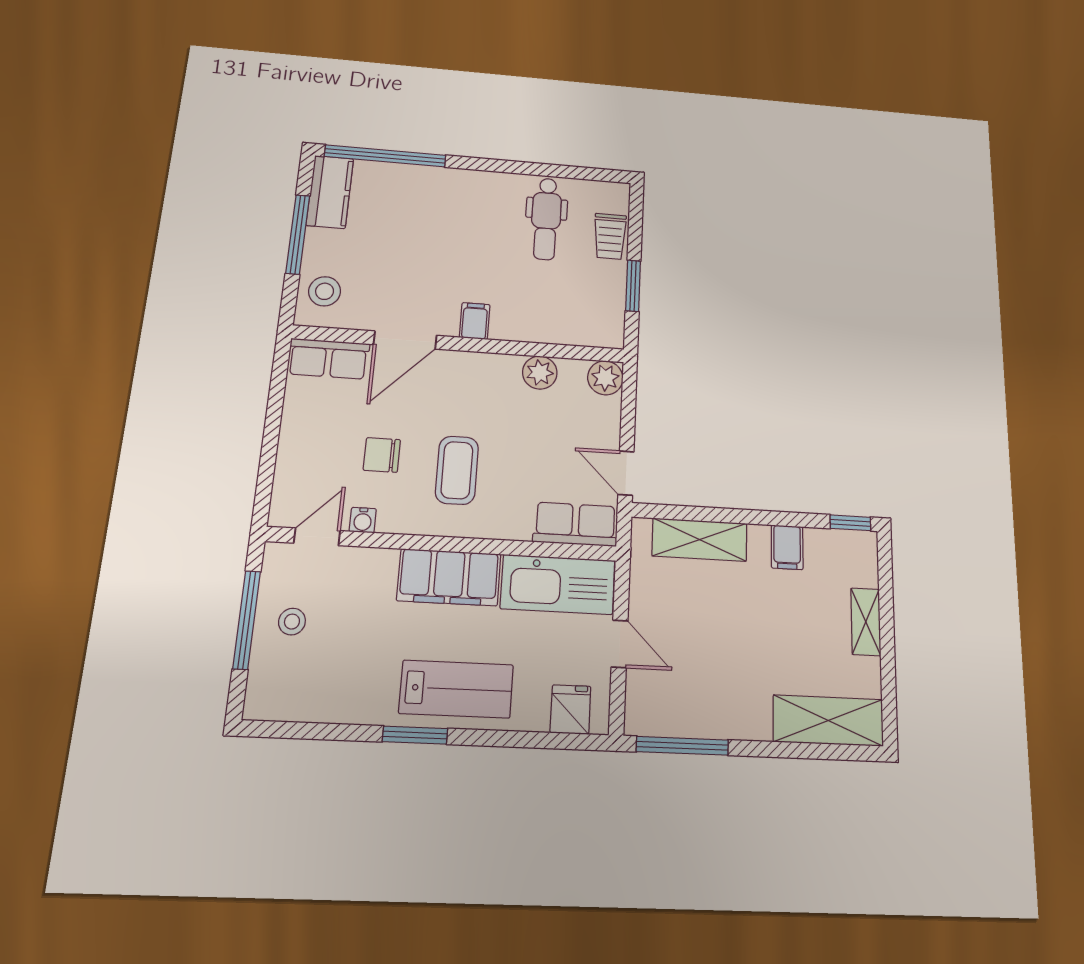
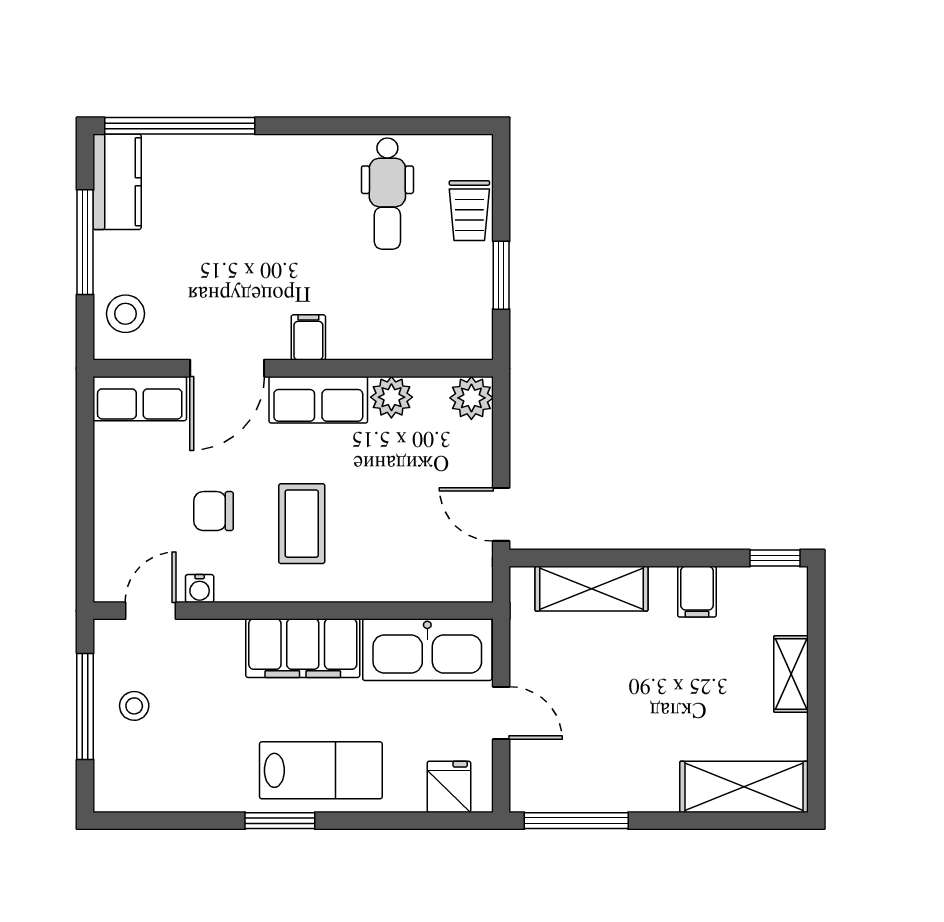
row of seats: (575, 524) -> (318, 400), moved, turned 180

